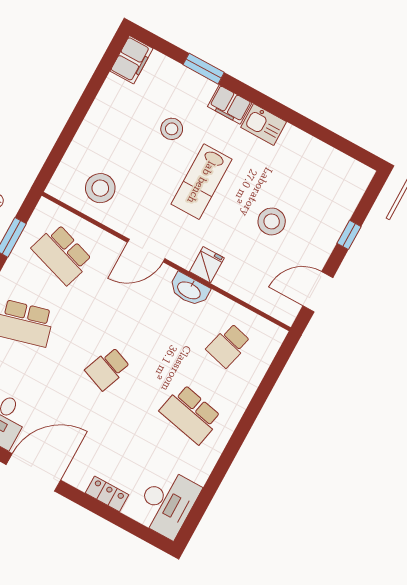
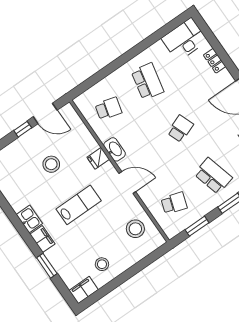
stool: (172, 129) -> (102, 264), moved
window: (349, 235) -> (23, 129), moved
school desk: (62, 254) -> (174, 203), width x0.54
school desk: (108, 369) -> (180, 129), turned -42

